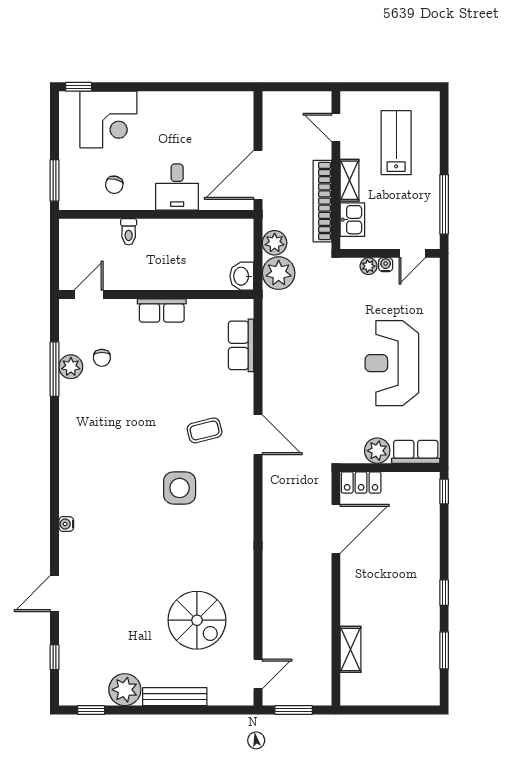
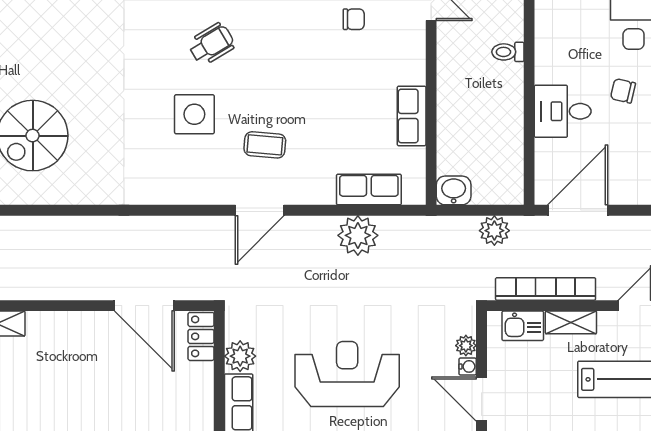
door: (258, 175) -> (578, 210), hinge flipped
chair: (114, 185) -> (623, 91), moved
door: (412, 253) -> (481, 399), width x1.38
plant: (279, 273) -> (358, 235), moved
row of seats: (162, 310) -> (412, 116), moved
chair: (102, 358) -> (354, 19), turned 180
coffee table: (205, 430) -> (265, 145), turned -71
wheelchair: (122, 474) -> (211, 44), added

